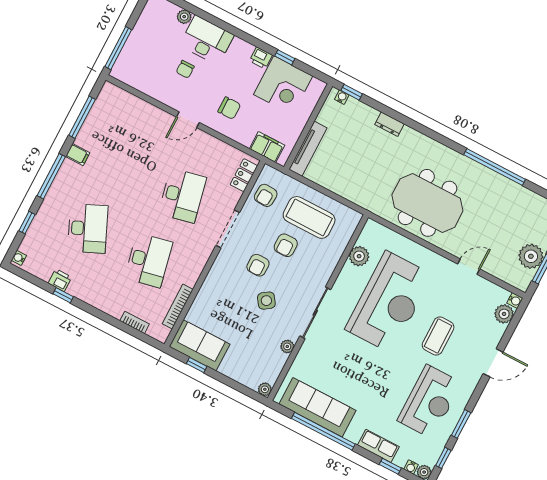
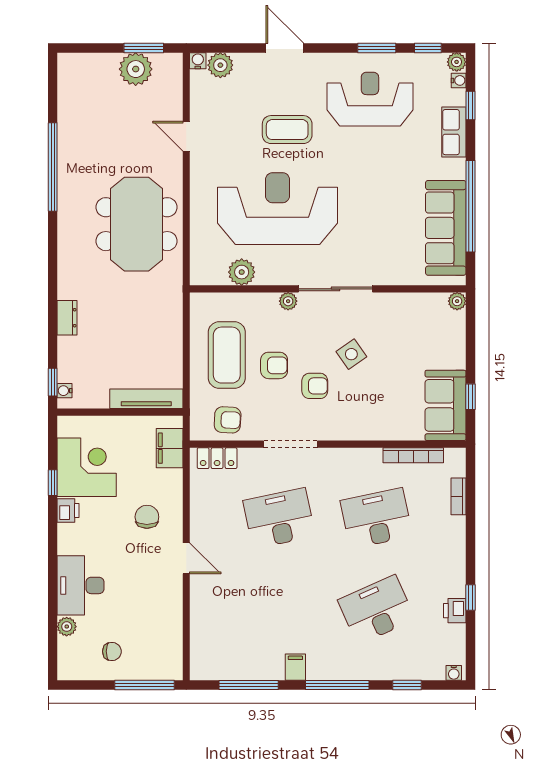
chair: (185, 69) -> (112, 651), moved
plant: (287, 346) -> (288, 301), moved

